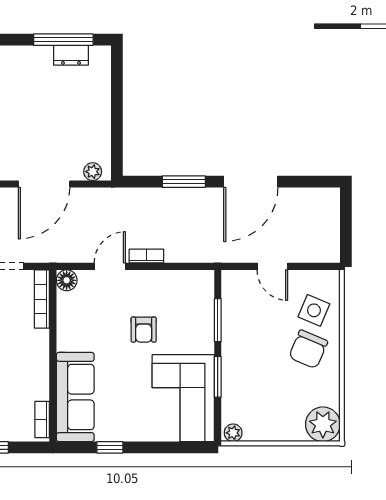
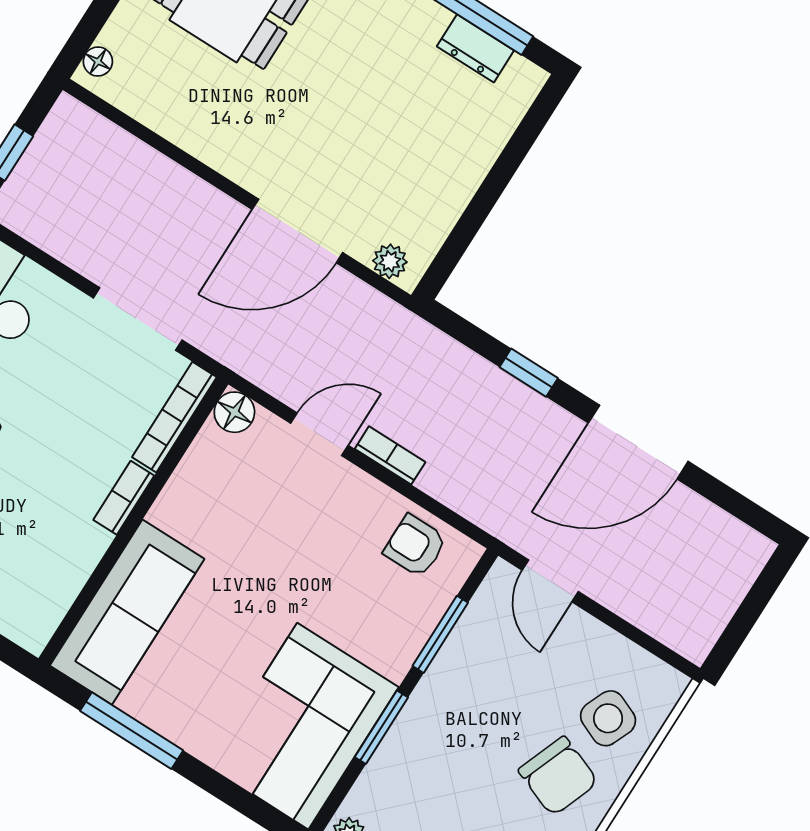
window: (184, 182) -> (529, 373), width x0.67
door: (272, 266) -> (550, 581), moved
armchair: (144, 330) -> (415, 546), moved, turned 90
chair: (308, 349) -> (558, 776), turned -92
bookcase: (42, 419) -> (124, 498), moved
window: (110, 447) -> (132, 731), width x2.17

